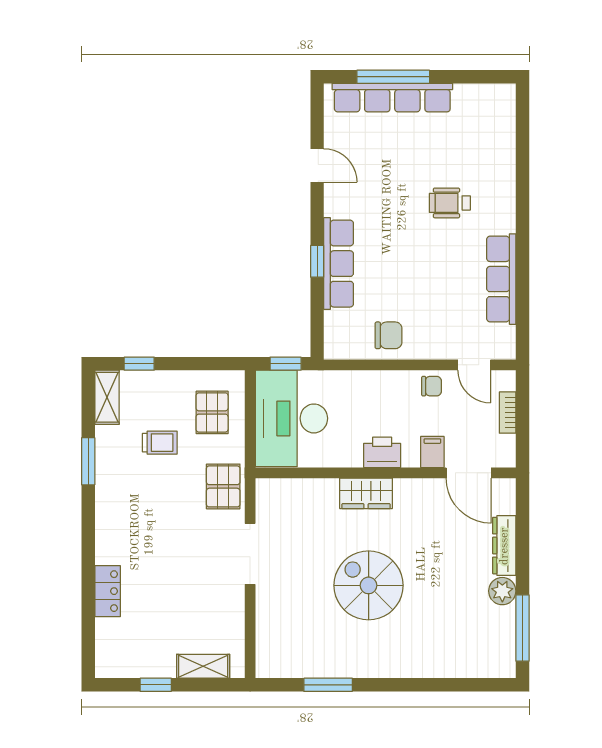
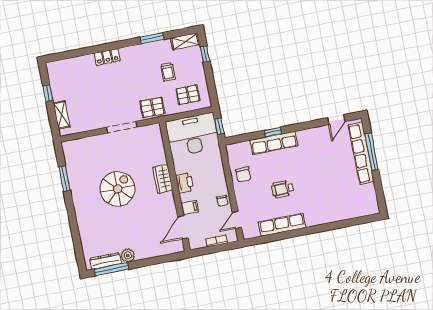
door: (317, 165) -> (336, 120), moved
wheelchair: (450, 203) -> (283, 189), moved, turned -90
dresser: (504, 546) -> (105, 261), moved
locker: (108, 591) -> (107, 57), moved

